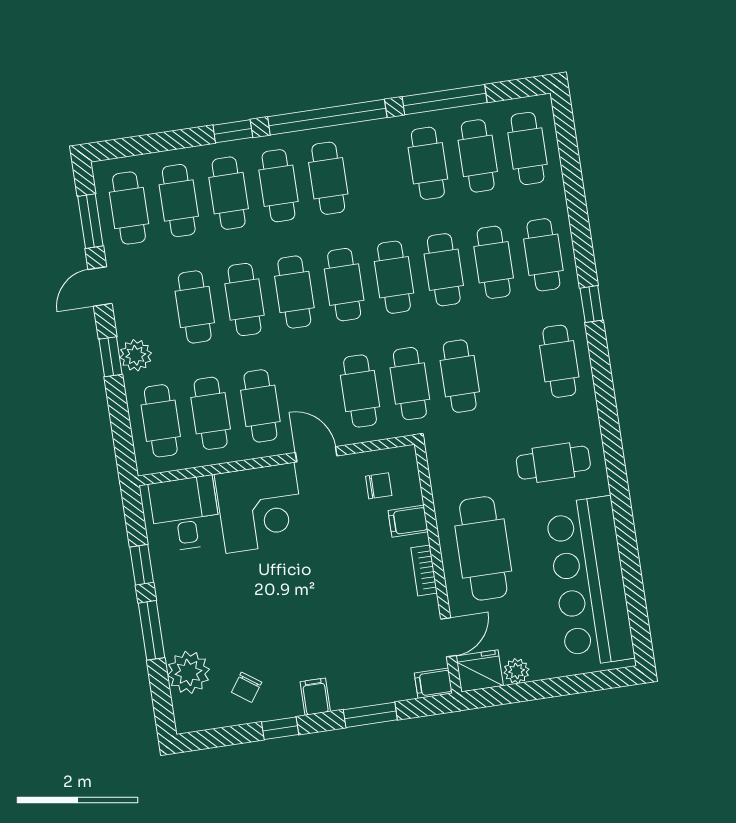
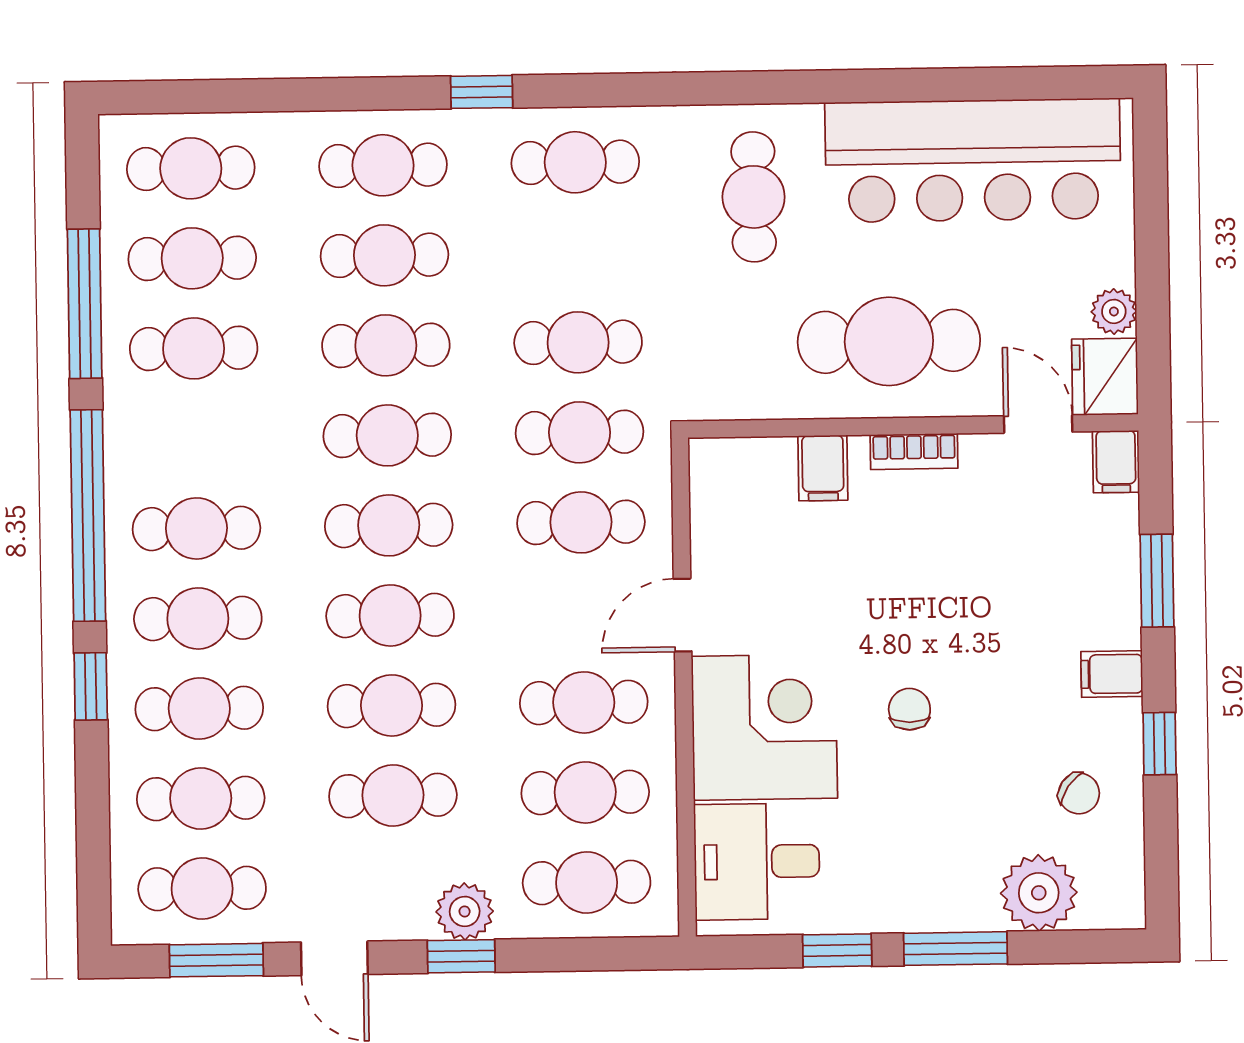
chair: (379, 486) -> (909, 709), moved

